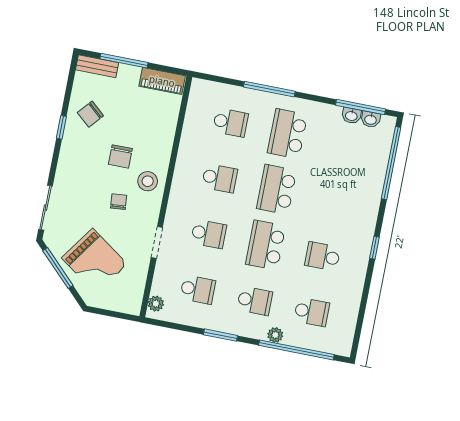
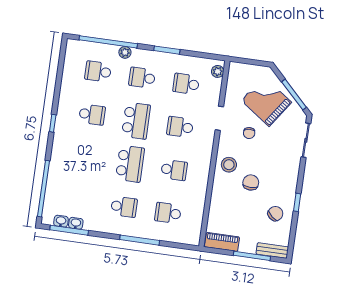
school desk: (287, 134) -> (124, 207), width x0.54
school desk: (220, 178) -> (174, 170), turned 180
chair: (119, 202) -> (249, 133), moved

